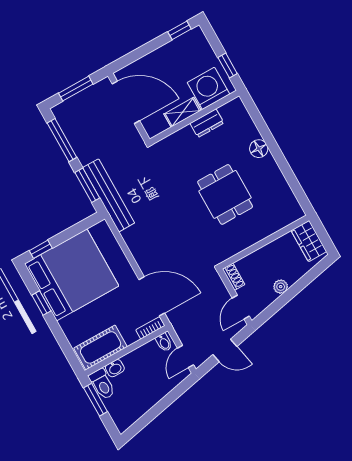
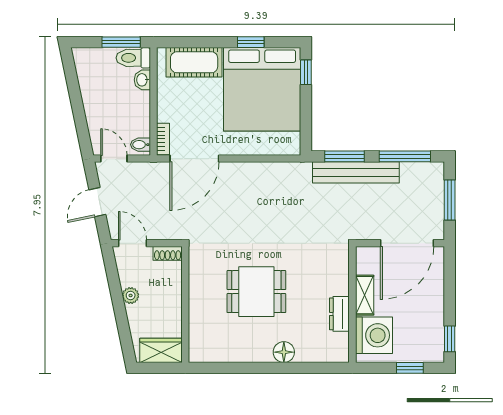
window: (228, 66) -> (410, 368), moved
bench: (109, 195) -> (356, 172), moved
cot: (101, 347) -> (194, 62), moved, turned 90

